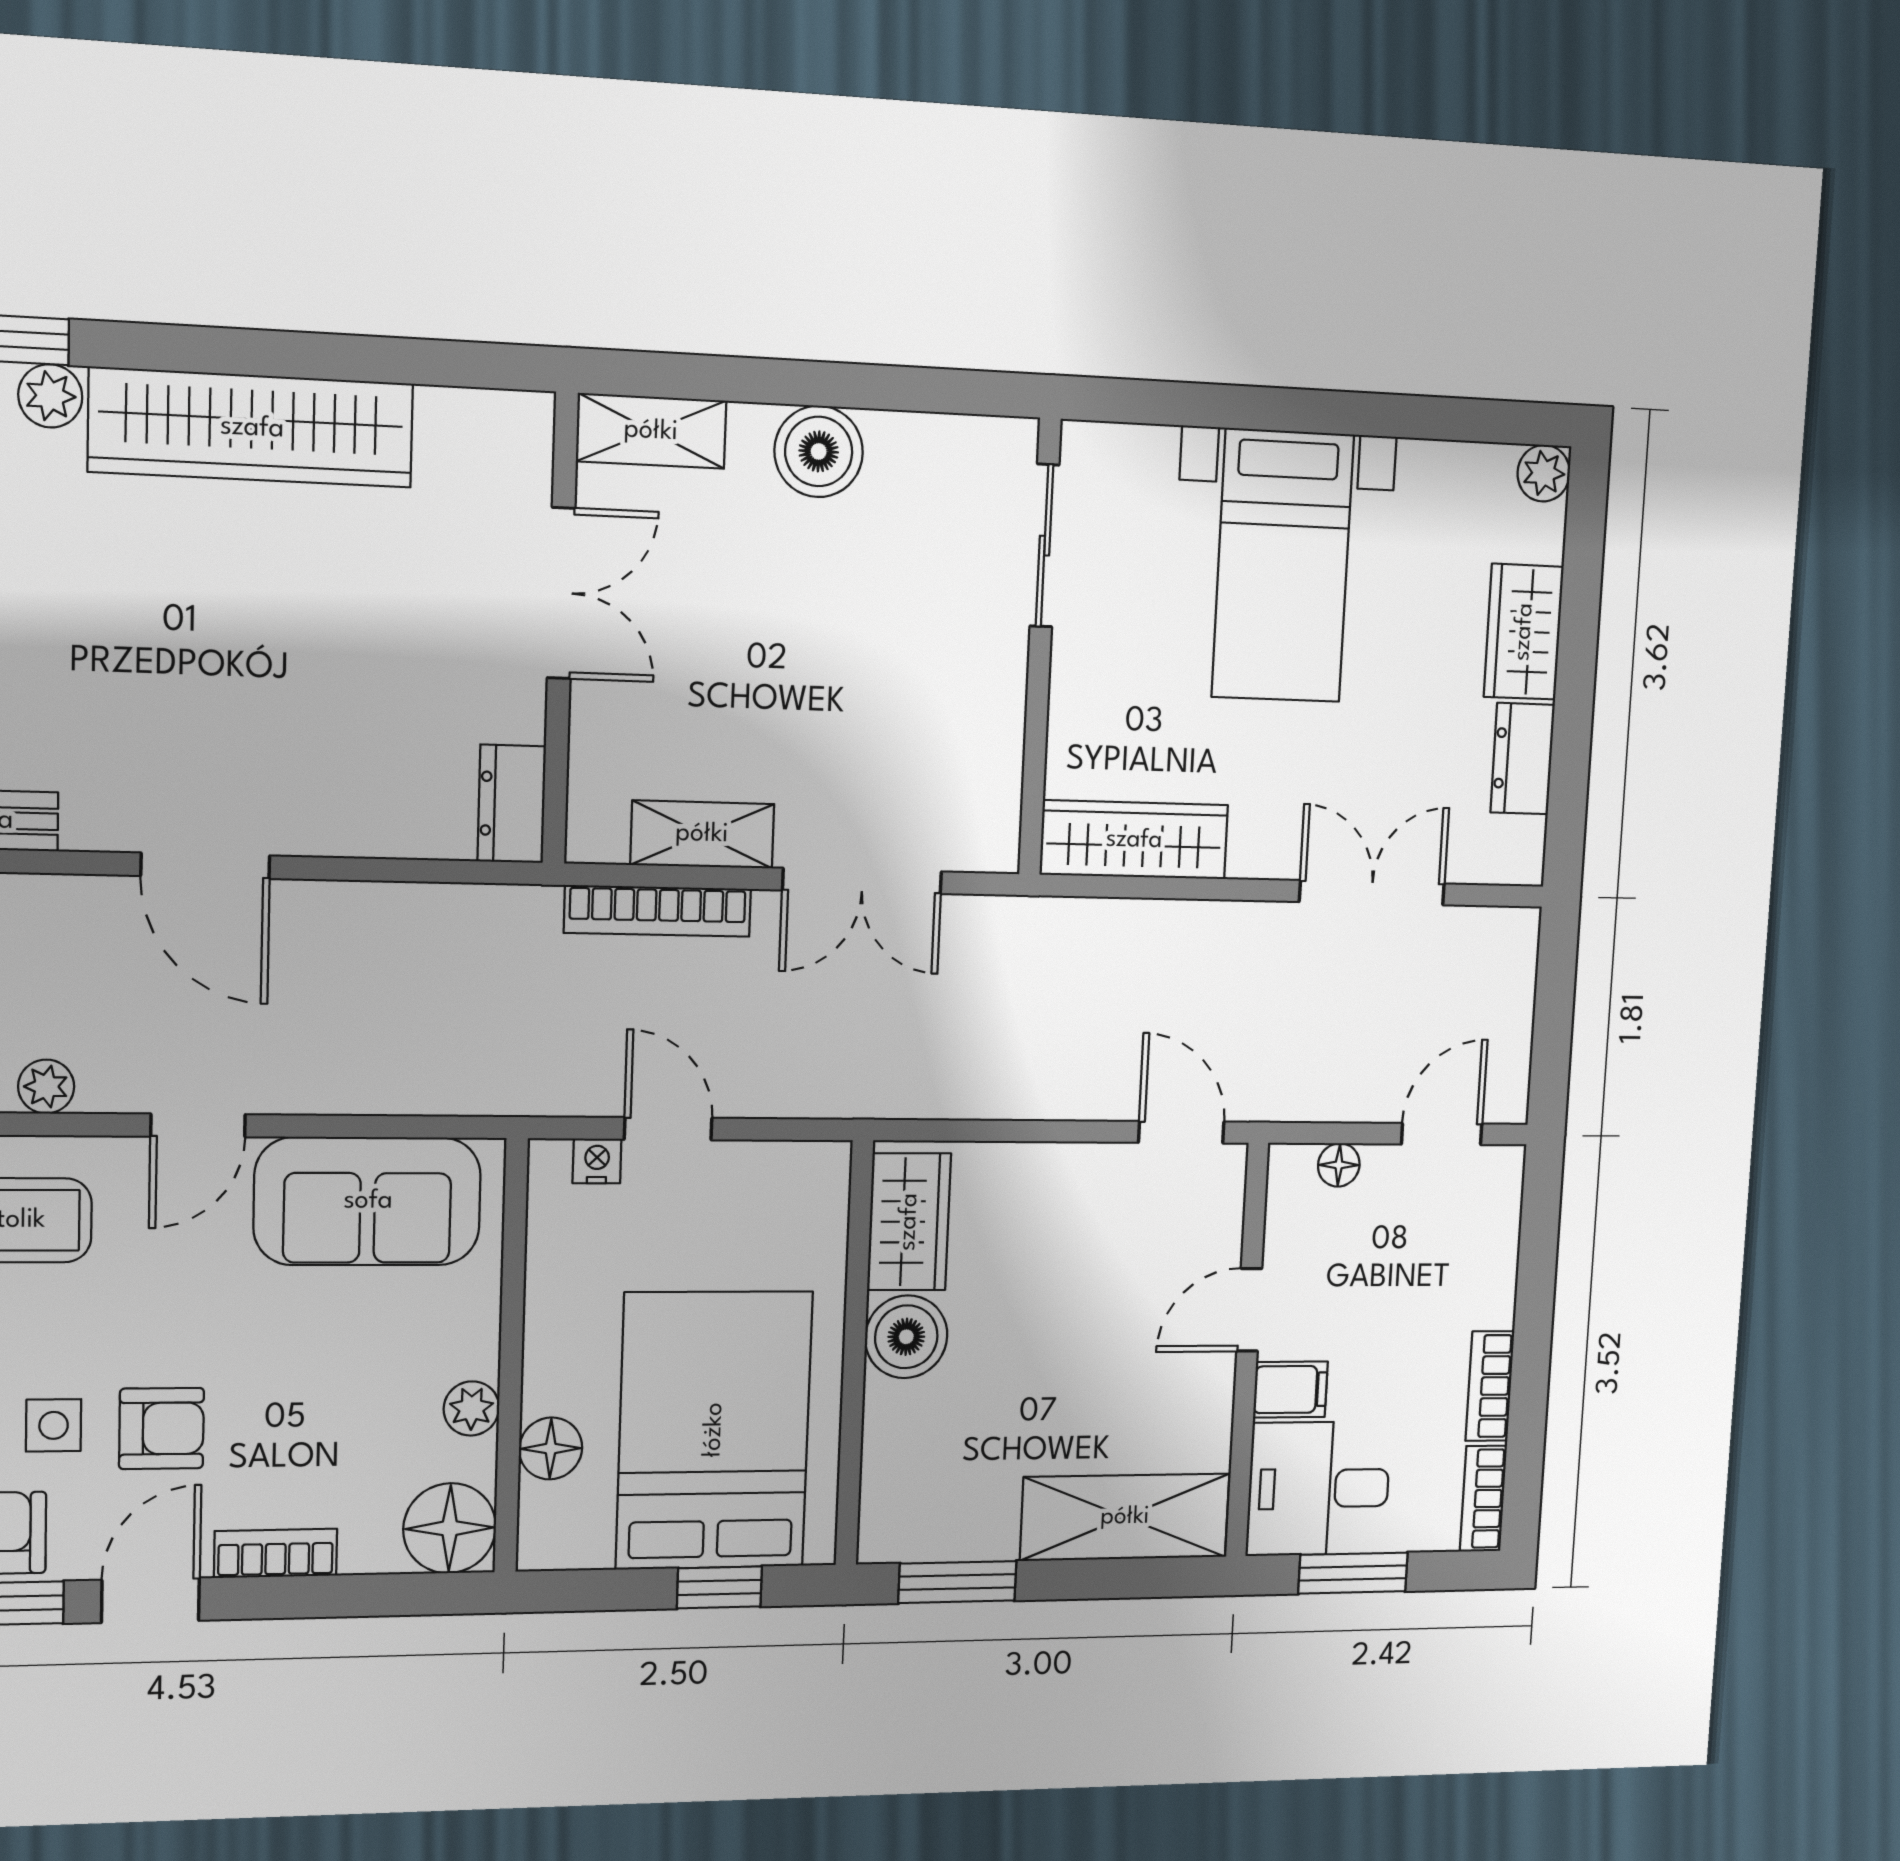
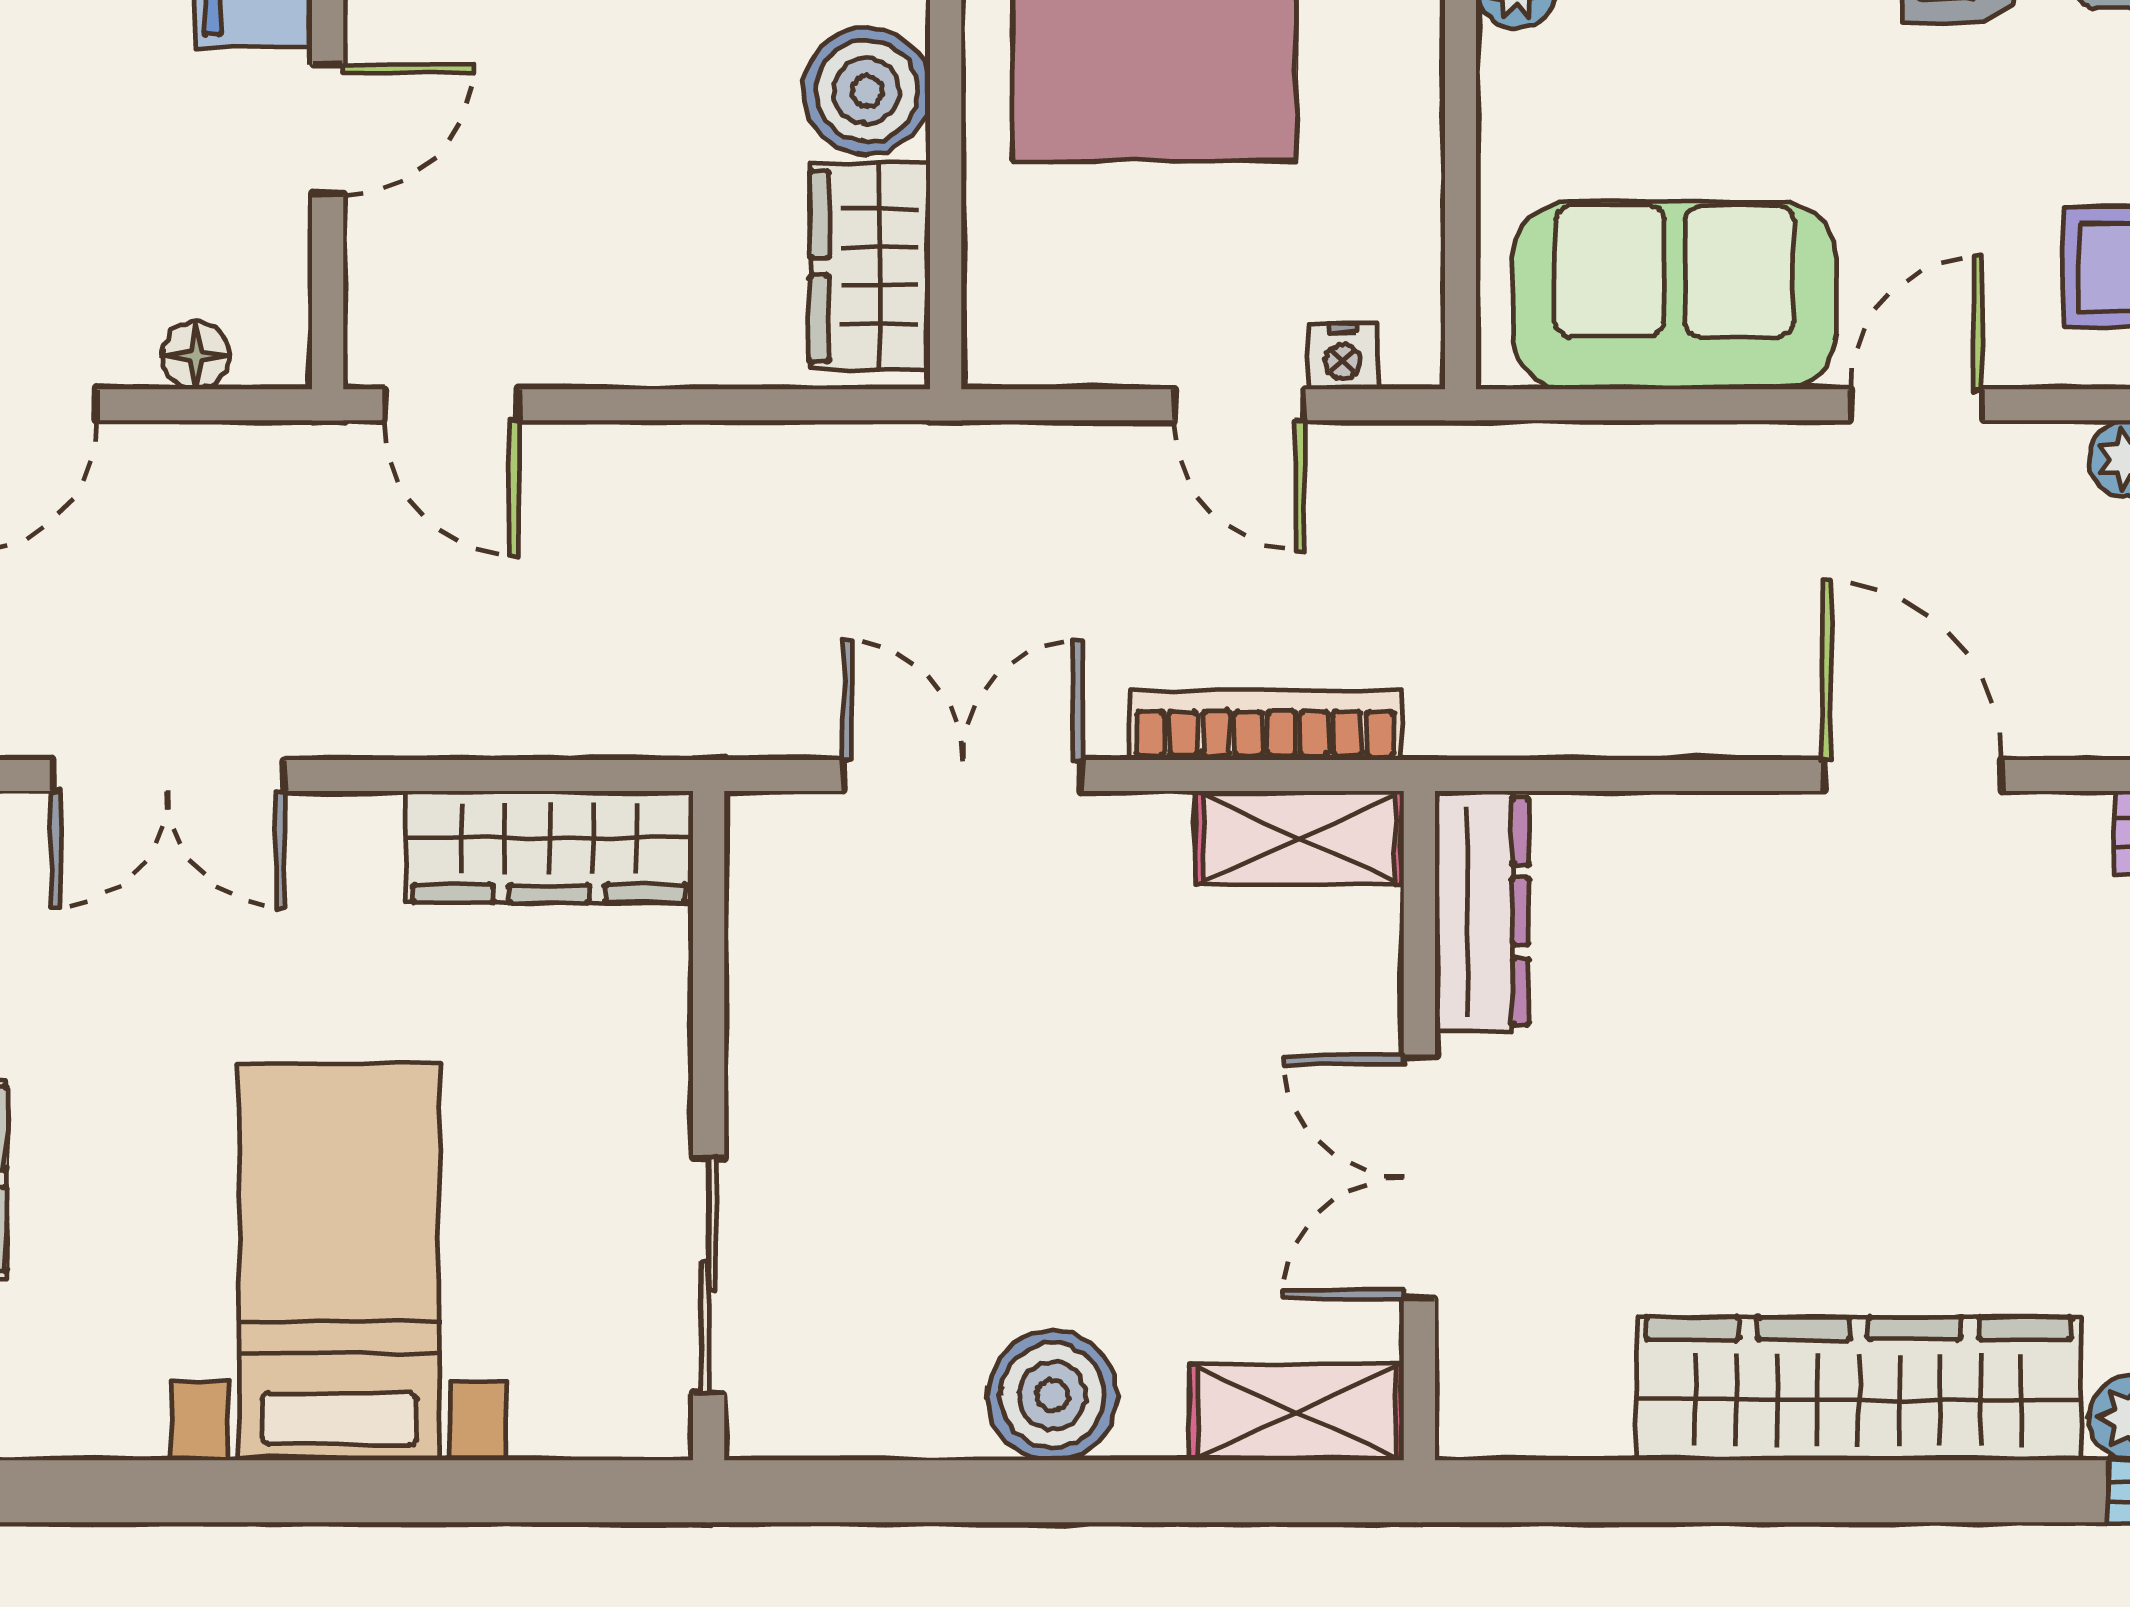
dresser: (512, 804) -> (1482, 911), width x1.44
shelving: (702, 834) -> (1299, 838), moved

